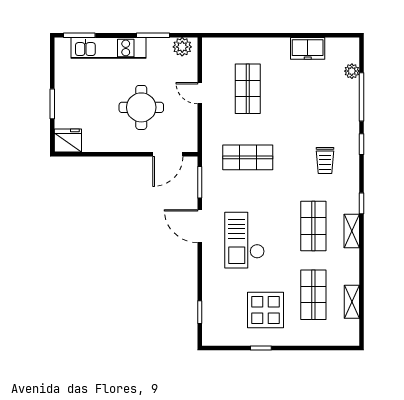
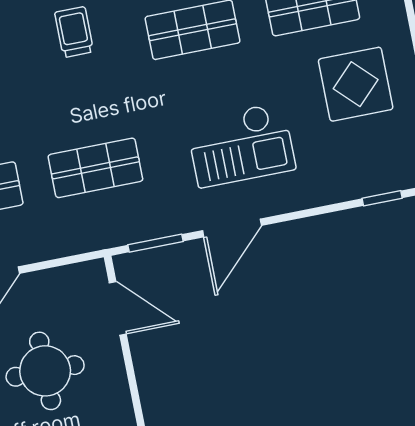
shop shelf: (248, 157) -> (95, 168), turned 90
trolley: (325, 160) -> (74, 32), turned -90

